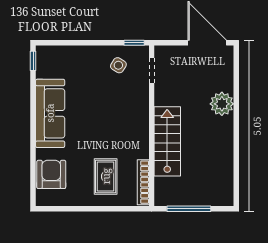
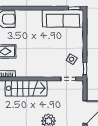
sofa: (50, 113) -> (63, 18), moved

